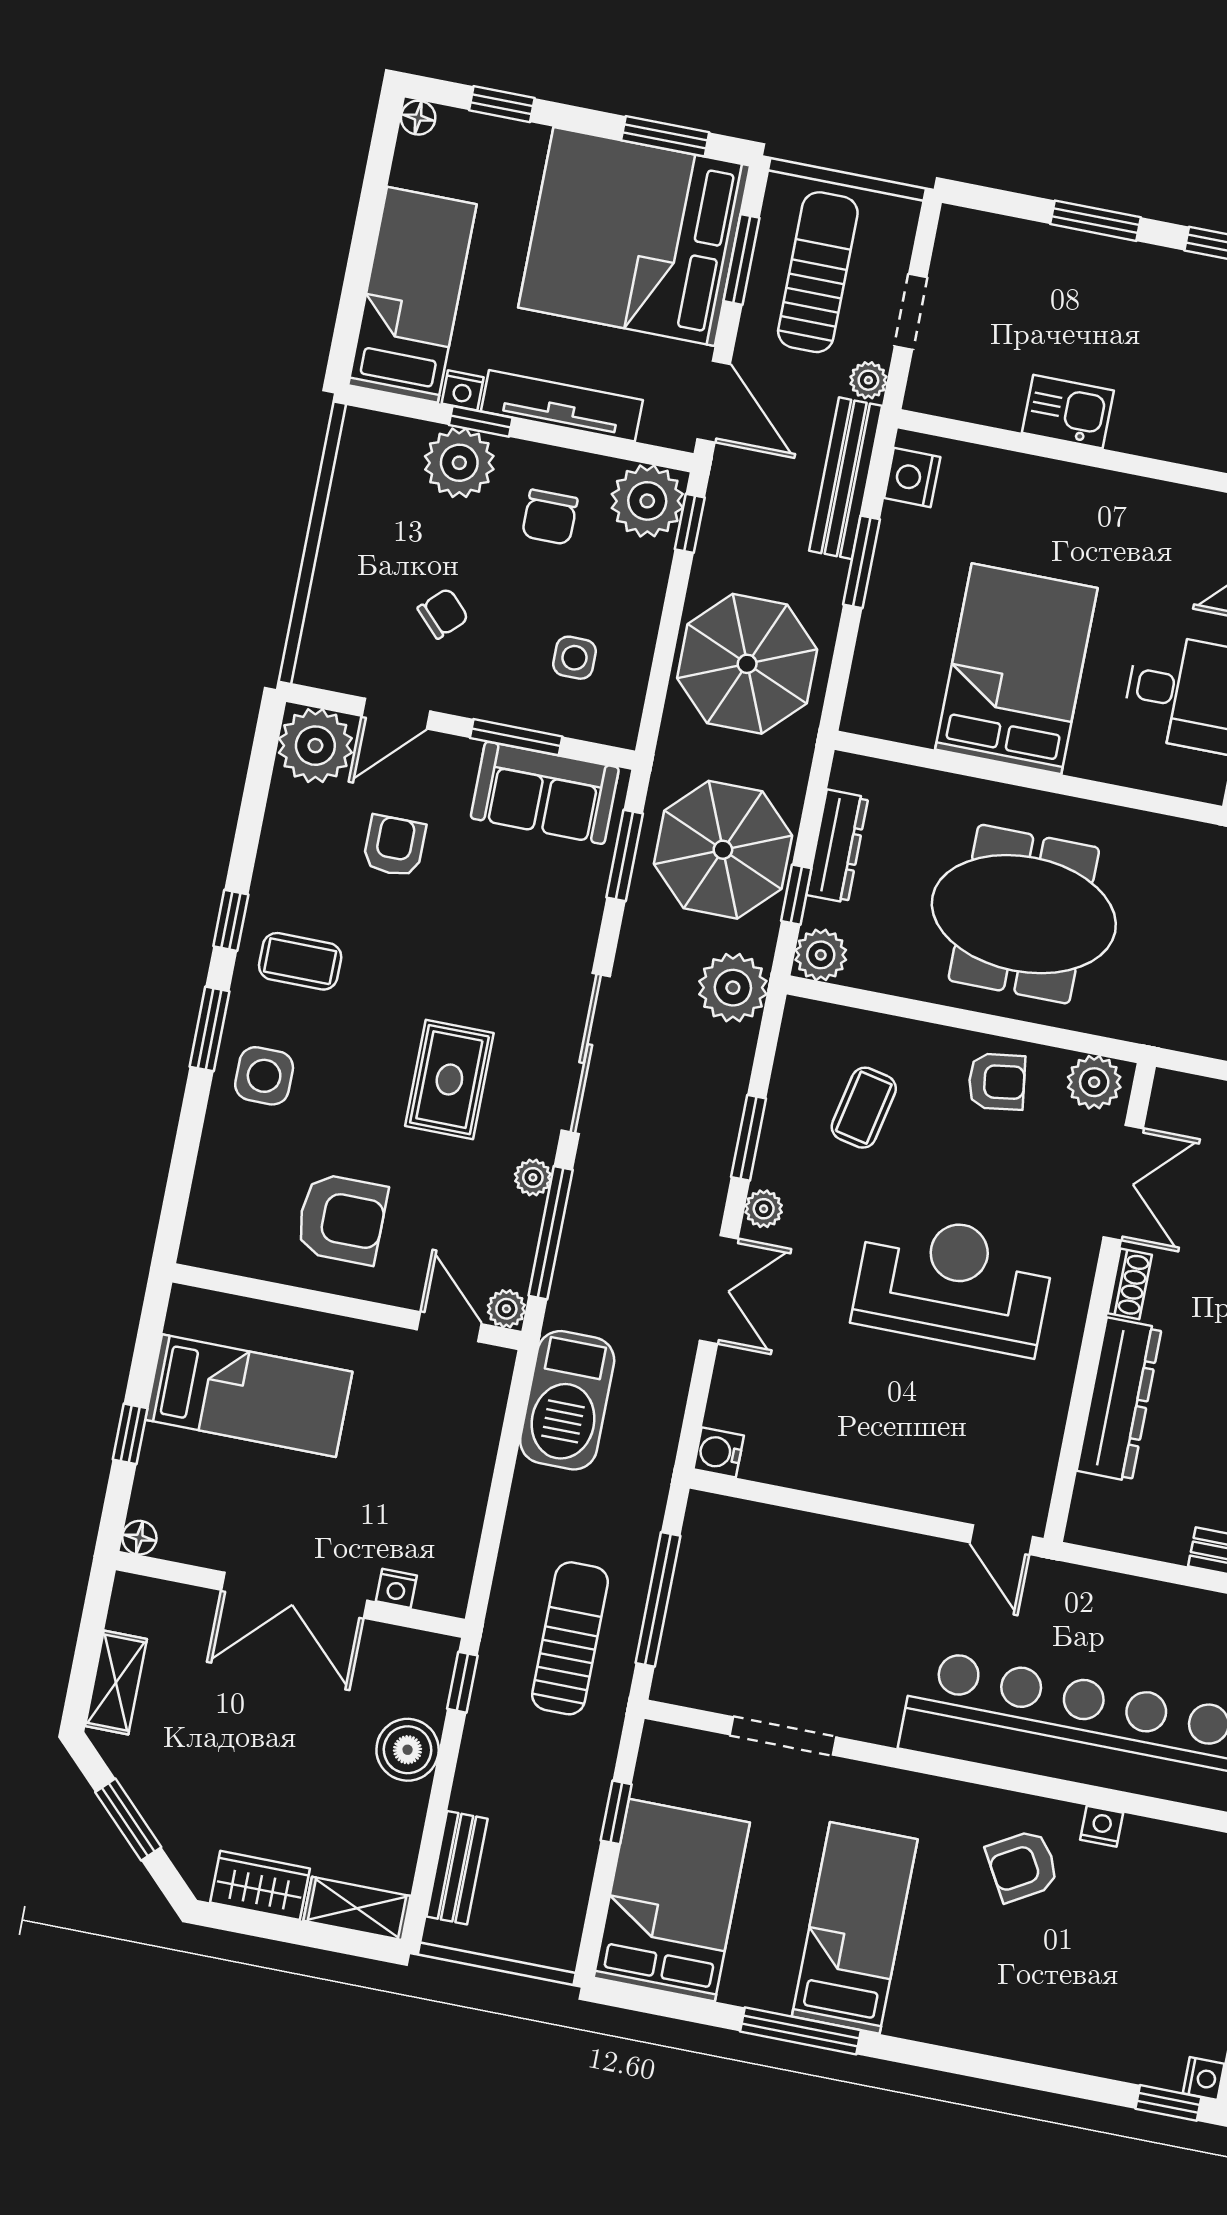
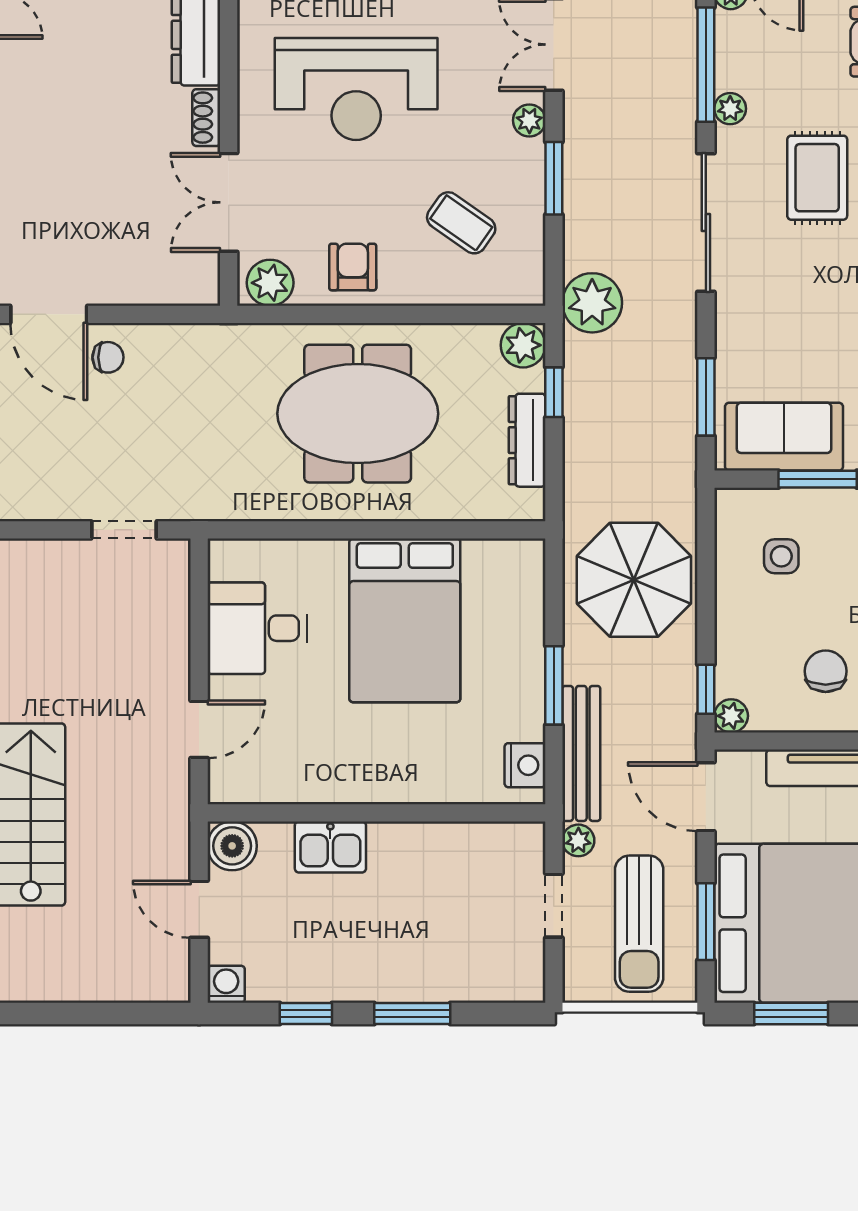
kitchen sink: (1068, 412) -> (330, 847), moved
plant: (647, 501) -> (731, 716), width x0.53, depth x0.53
parasol: (723, 850) -> (624, 418), removed
armchair: (997, 1082) -> (353, 267), turned 98
coffee table: (864, 1108) -> (461, 223), turned -67

